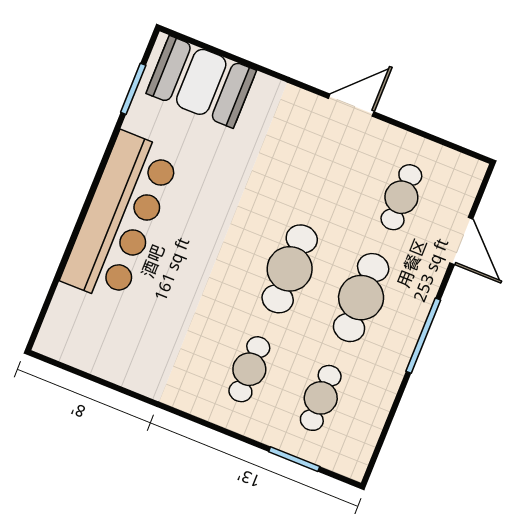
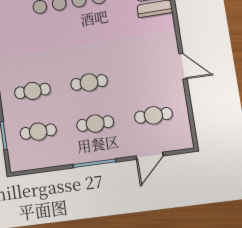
cafe table: (290, 269) -> (89, 82), width x0.73, depth x0.74
cafe table: (361, 298) -> (95, 124), width x0.73, depth x0.74

